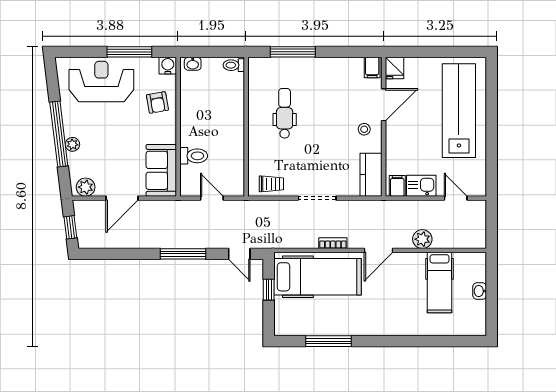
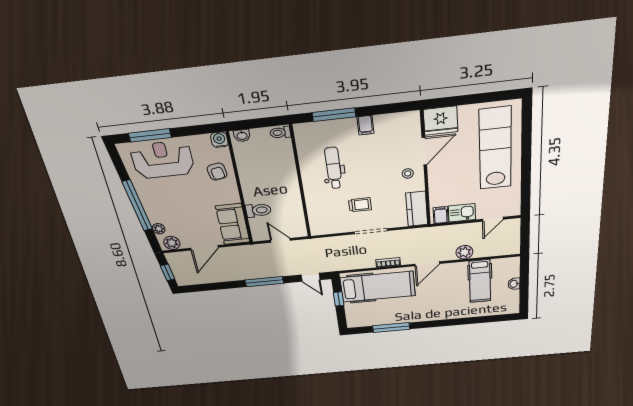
window: (129, 52) -> (150, 135), moved
filing cabinet: (372, 67) -> (365, 125), moved
fridge: (395, 68) -> (441, 121), width x1.88, depth x1.34
plant: (72, 144) -> (159, 229), moved
trolley: (271, 184) -> (360, 205), moved
door: (456, 198) -> (493, 219), swing flipped

